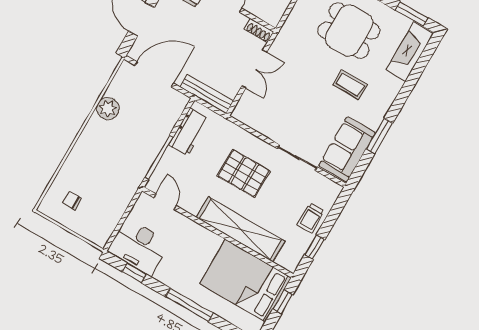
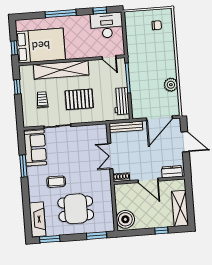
trolley: (311, 218) -> (42, 100), moved

